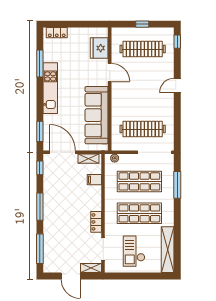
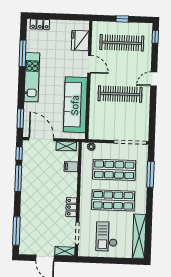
clothes rail: (143, 129) -> (120, 94), moved
window: (40, 207) -> (18, 178), moved

